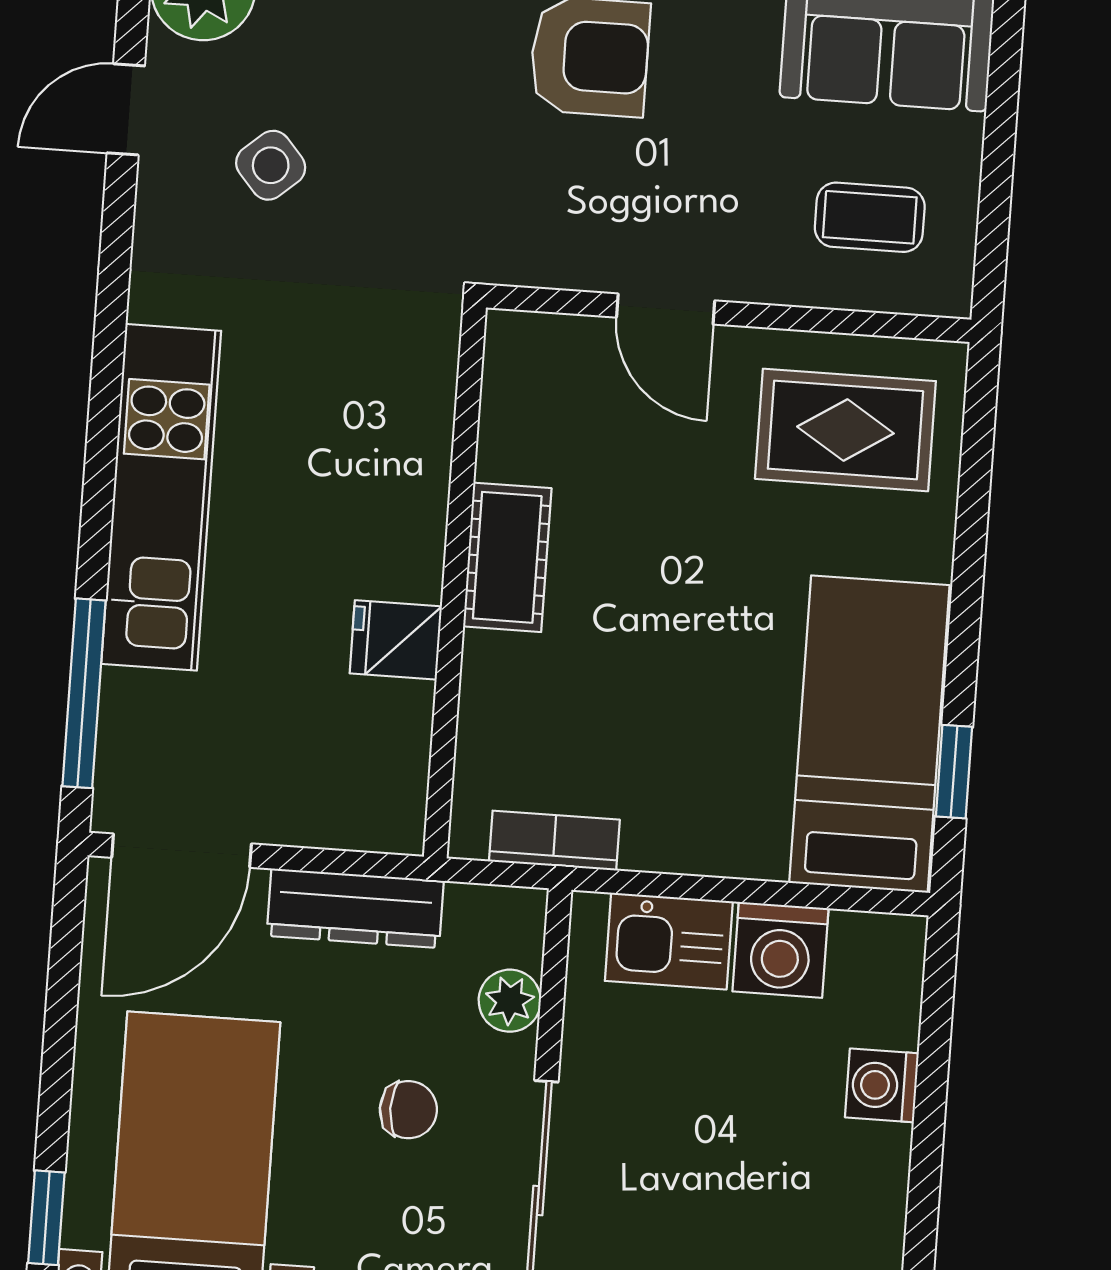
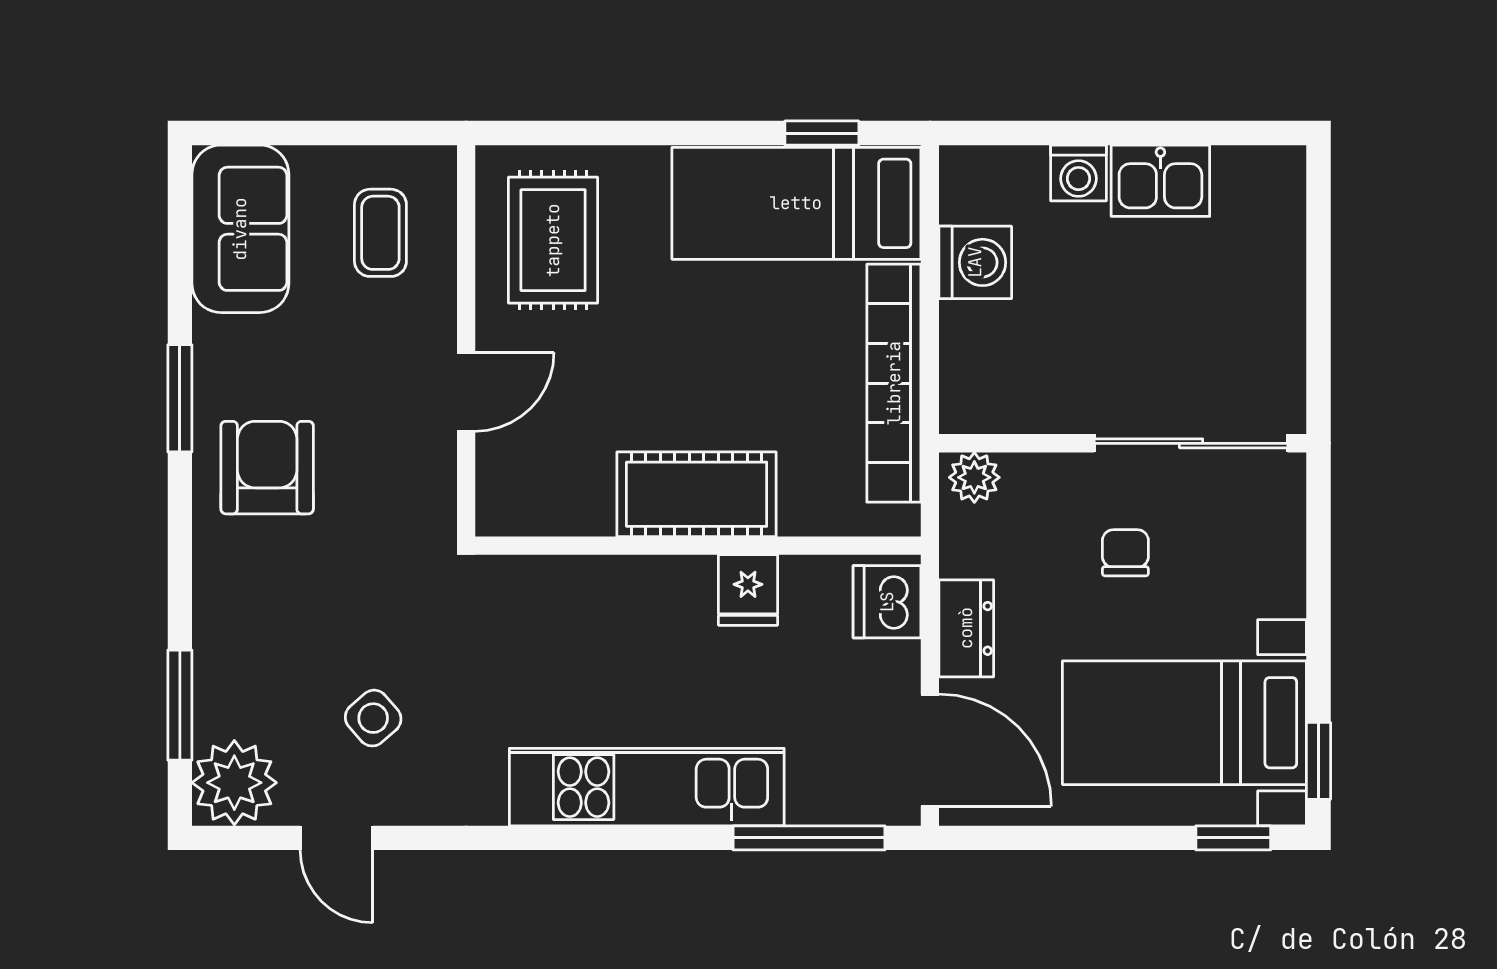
cot: (507, 557) -> (697, 494), width x1.37, depth x1.34
dishwasher: (369, 811) -> (887, 602), added
bookcase: (554, 841) -> (894, 383), width x2.31, depth x1.31
dresser: (355, 908) -> (966, 628), width x0.70
kitchen sink: (669, 941) -> (1160, 181), moved, turned 90
plant: (510, 1001) -> (974, 477), moved

